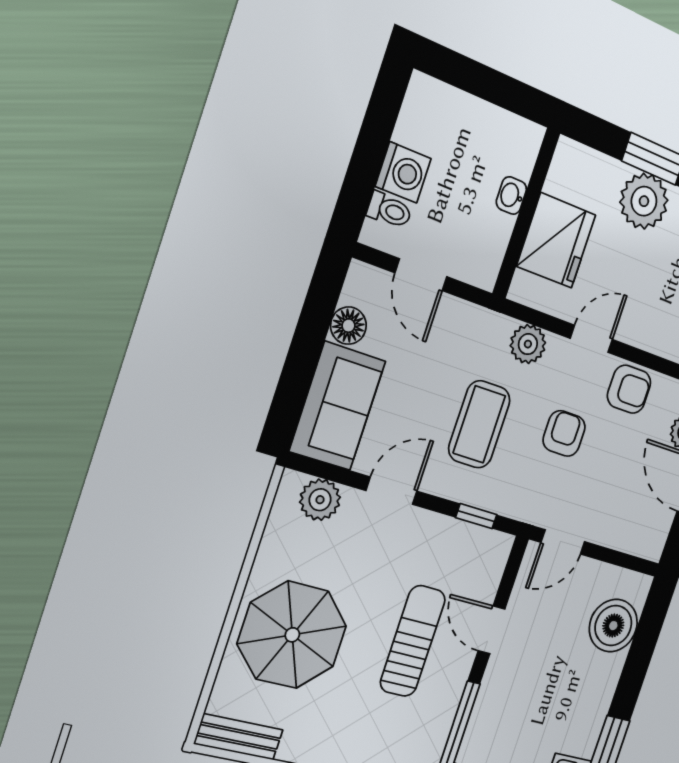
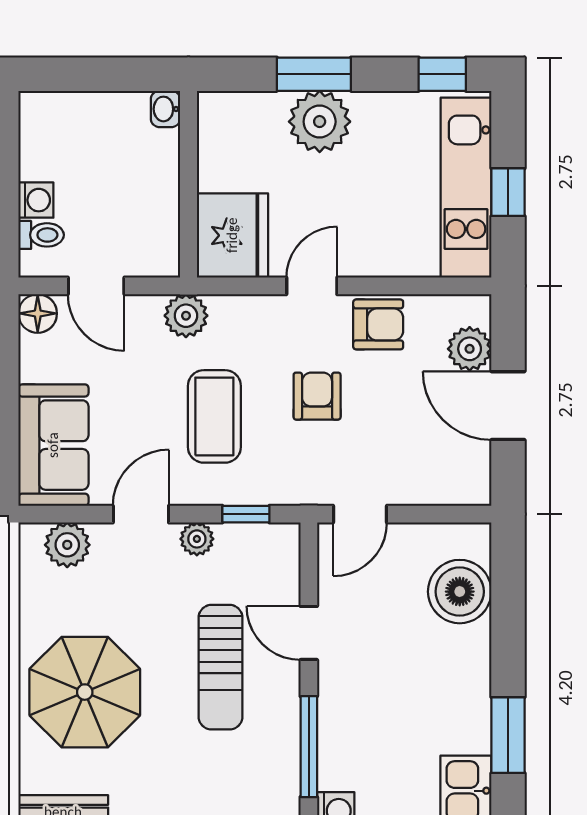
washing machine: (403, 172) -> (36, 200), width x0.73, depth x0.73
washbasin: (511, 195) -> (165, 109), moved
fridge: (556, 241) -> (232, 235), moved
floor lamp: (348, 326) -> (38, 313), moved
plant: (528, 344) -> (186, 316), moved
plant: (430, 526) -> (197, 539), added
sun lounger: (413, 641) -> (221, 667), turned 180

